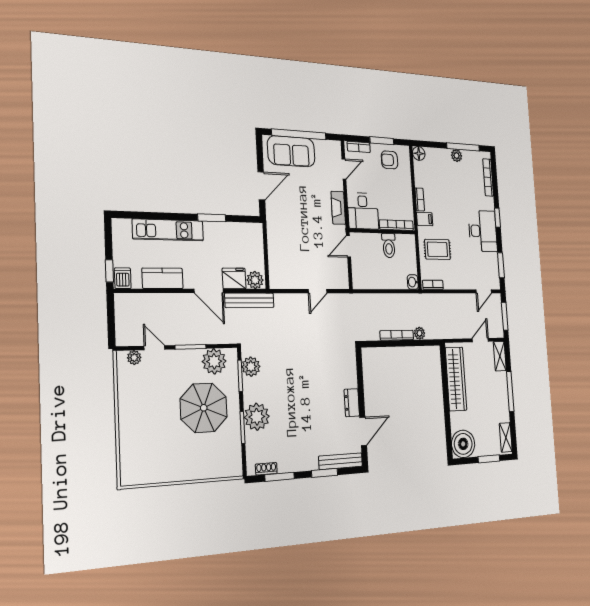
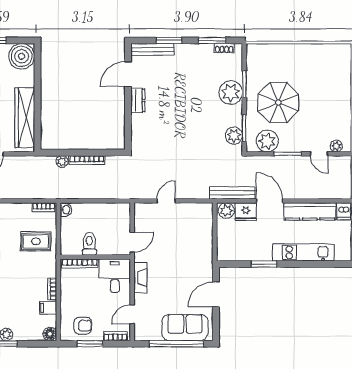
filing cabinet: (425, 219) -> (48, 308), moved
kitchen counter: (163, 278) -> (310, 211), width x1.50

